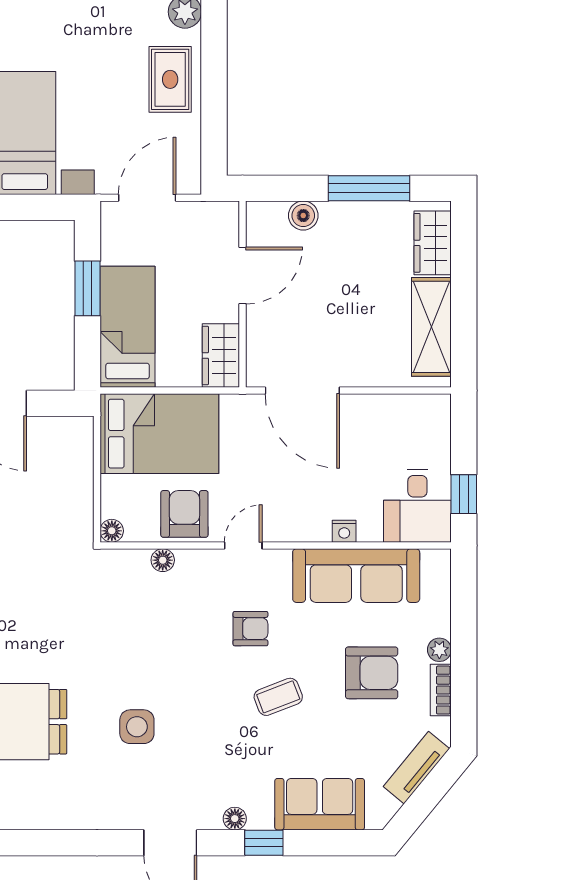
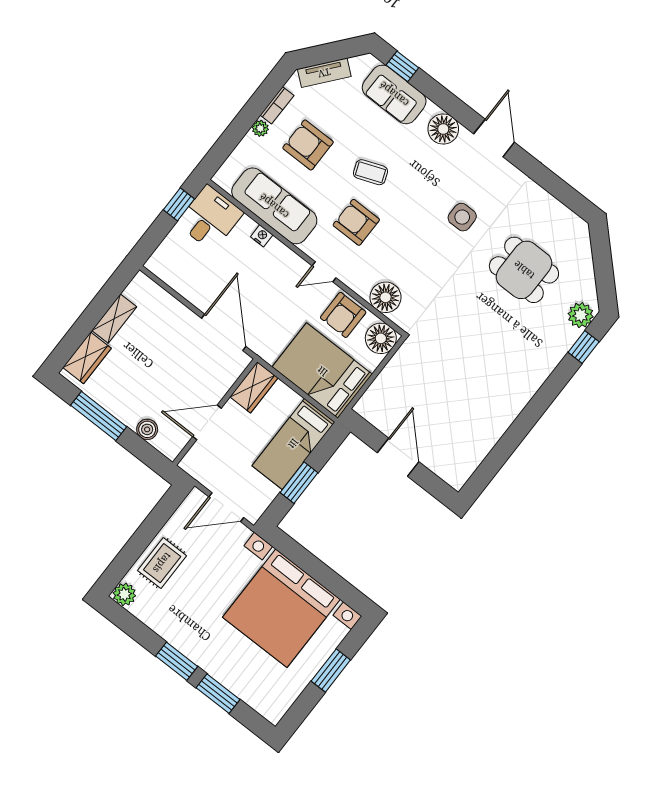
shelving: (431, 327) -> (114, 319), width x0.67, depth x0.75
floor lamp: (112, 531) -> (381, 338), width x1.89, depth x1.89
floor lamp: (163, 560) -> (385, 297), width x1.89, depth x1.89
armchair: (250, 629) -> (356, 222), width x1.38, depth x1.38
floor lamp: (235, 819) -> (443, 129), width x1.89, depth x1.89
window: (264, 843) -> (402, 66), moved

